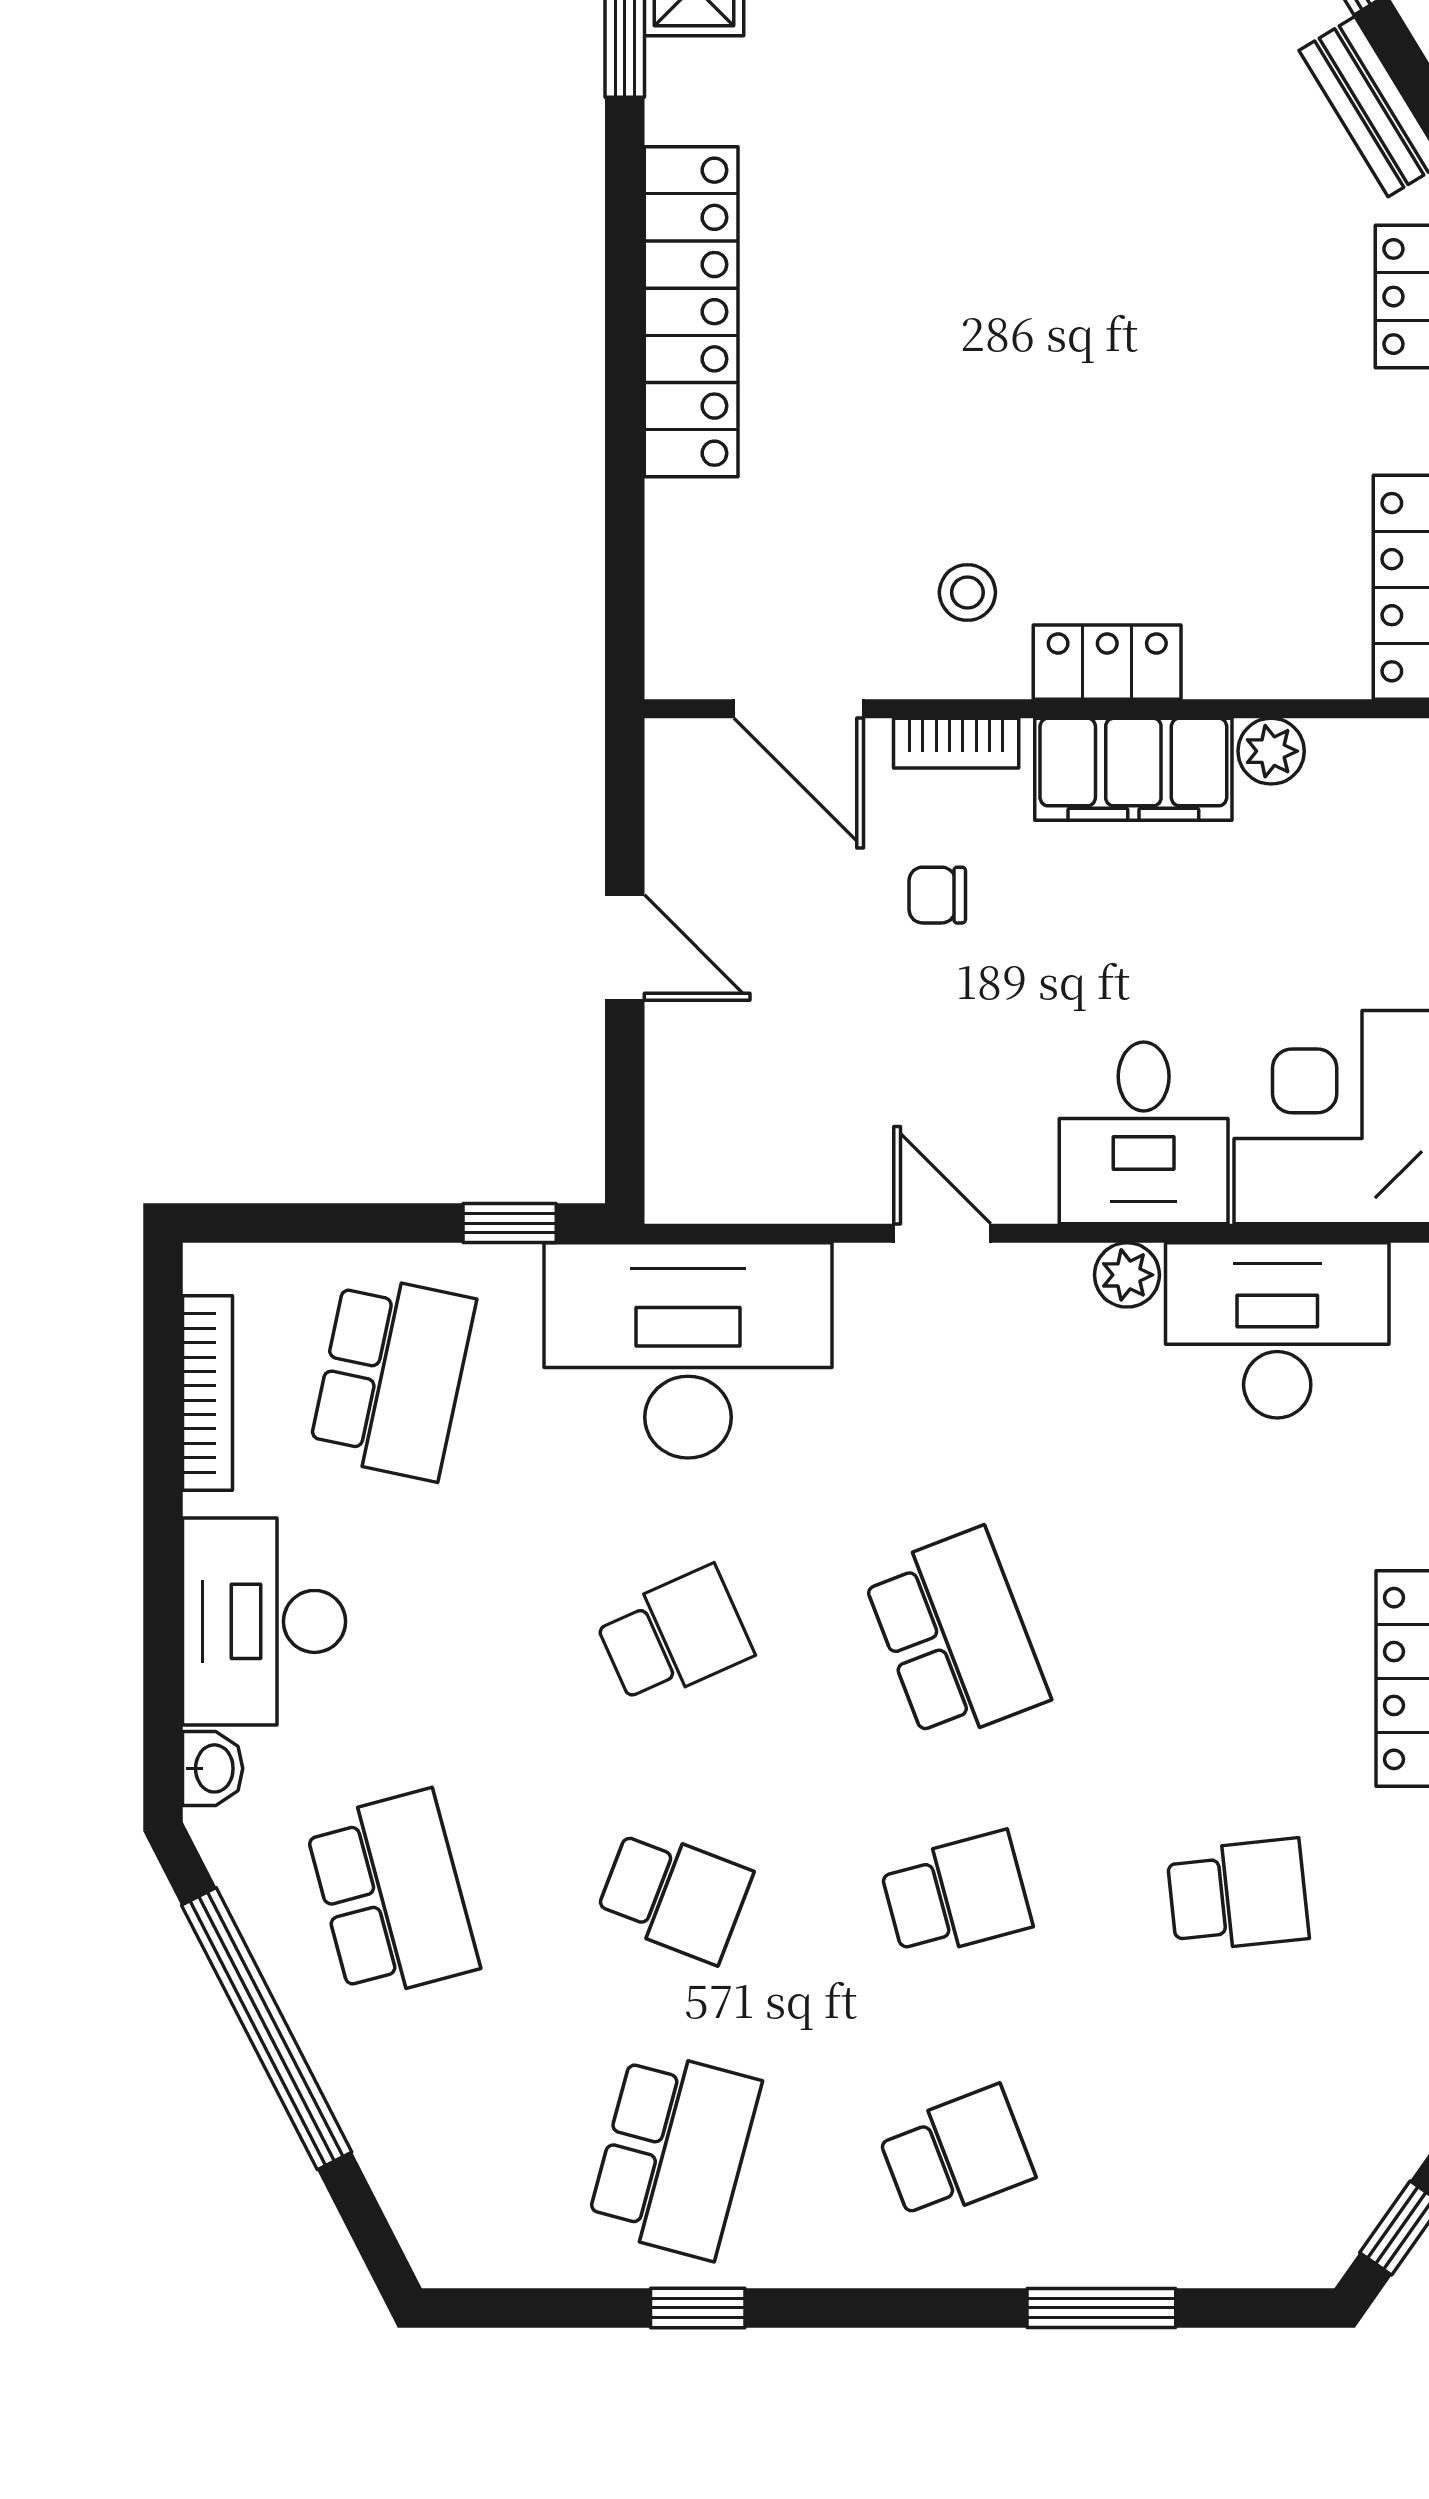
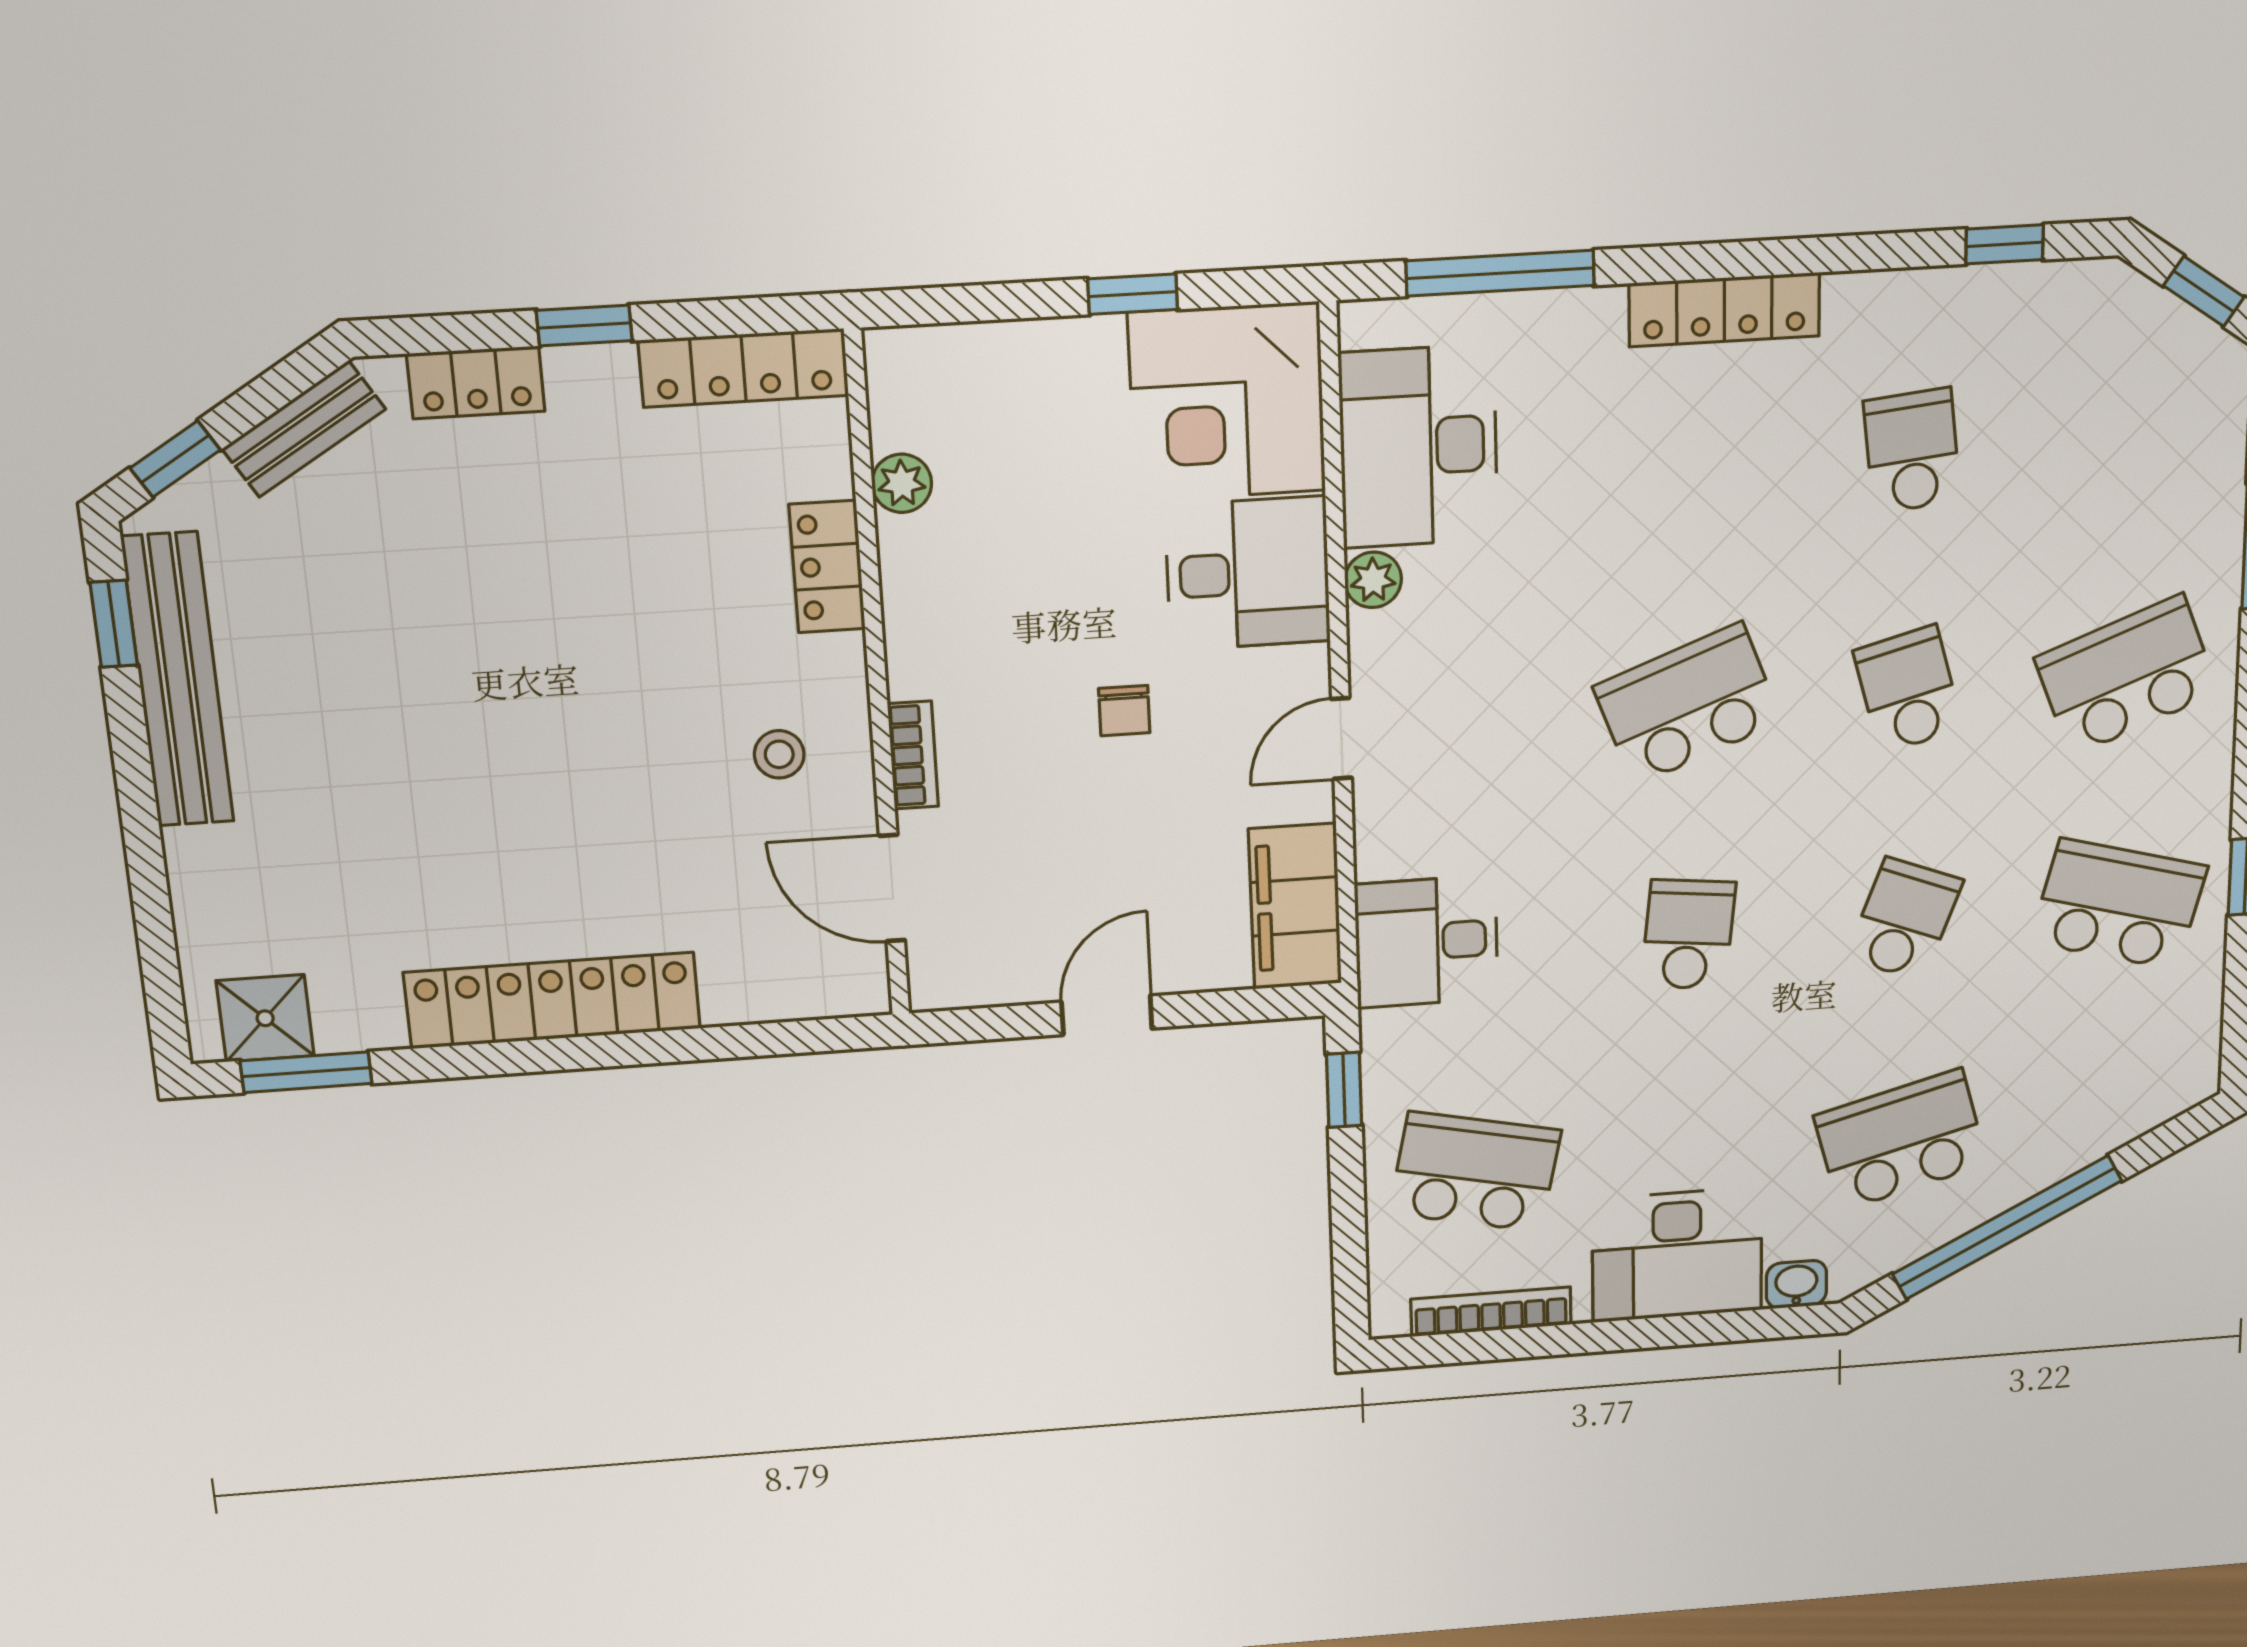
locker: (1107, 662) -> (827, 567), moved
door: (799, 709) -> (892, 888), swing flipped
filing cabinet: (1133, 769) -> (1295, 906), moved, turned 180
chair: (937, 895) -> (1124, 711), moved
desk: (688, 1350) -> (1426, 942), width x0.53, depth x0.77
school desk: (674, 1636) -> (1688, 934), turned 30
school desk: (956, 2154) -> (2127, 675), width x1.85

